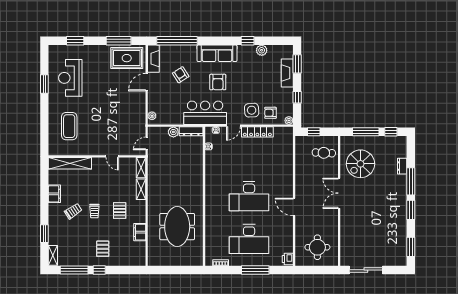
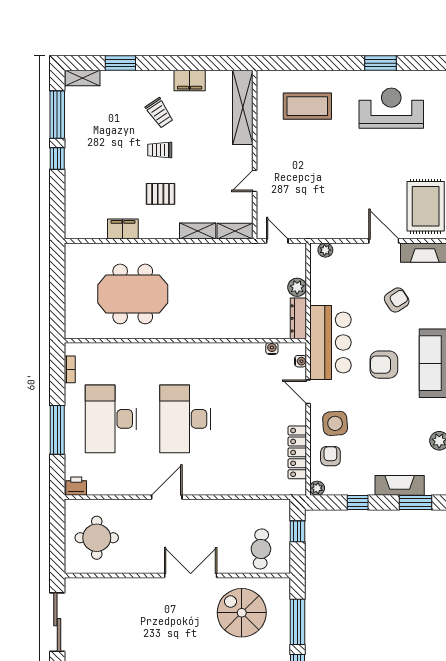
locker: (257, 132) -> (297, 452), moved
pallet: (103, 249) -> (94, 164), removed

